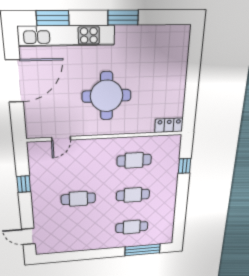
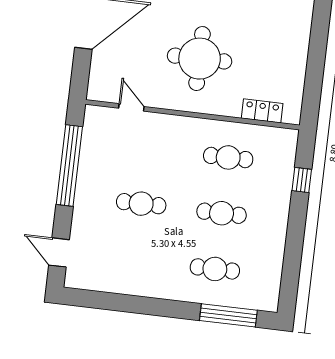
locker: (169, 125) -> (262, 111), moved
door: (61, 139) -> (131, 107), swing flipped
window: (24, 184) -> (69, 166), width x3.17

